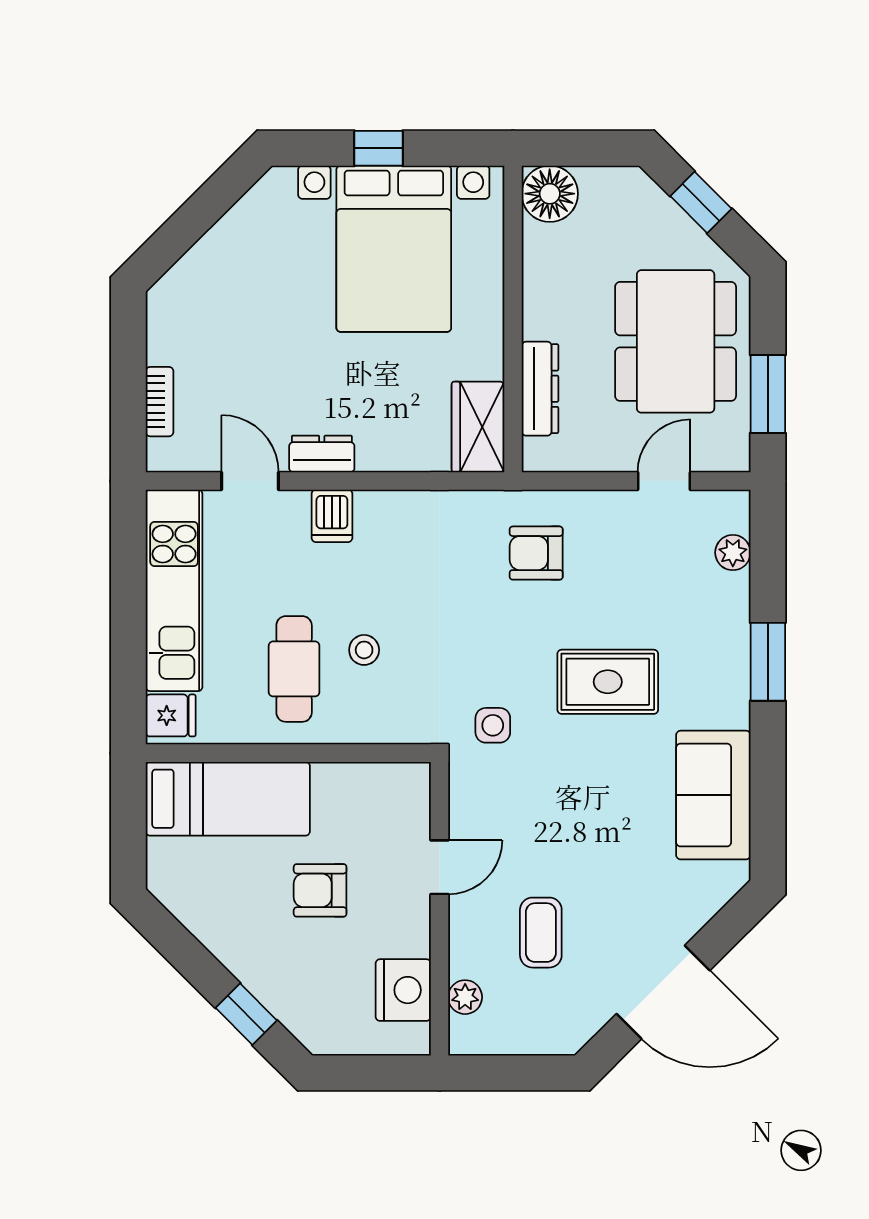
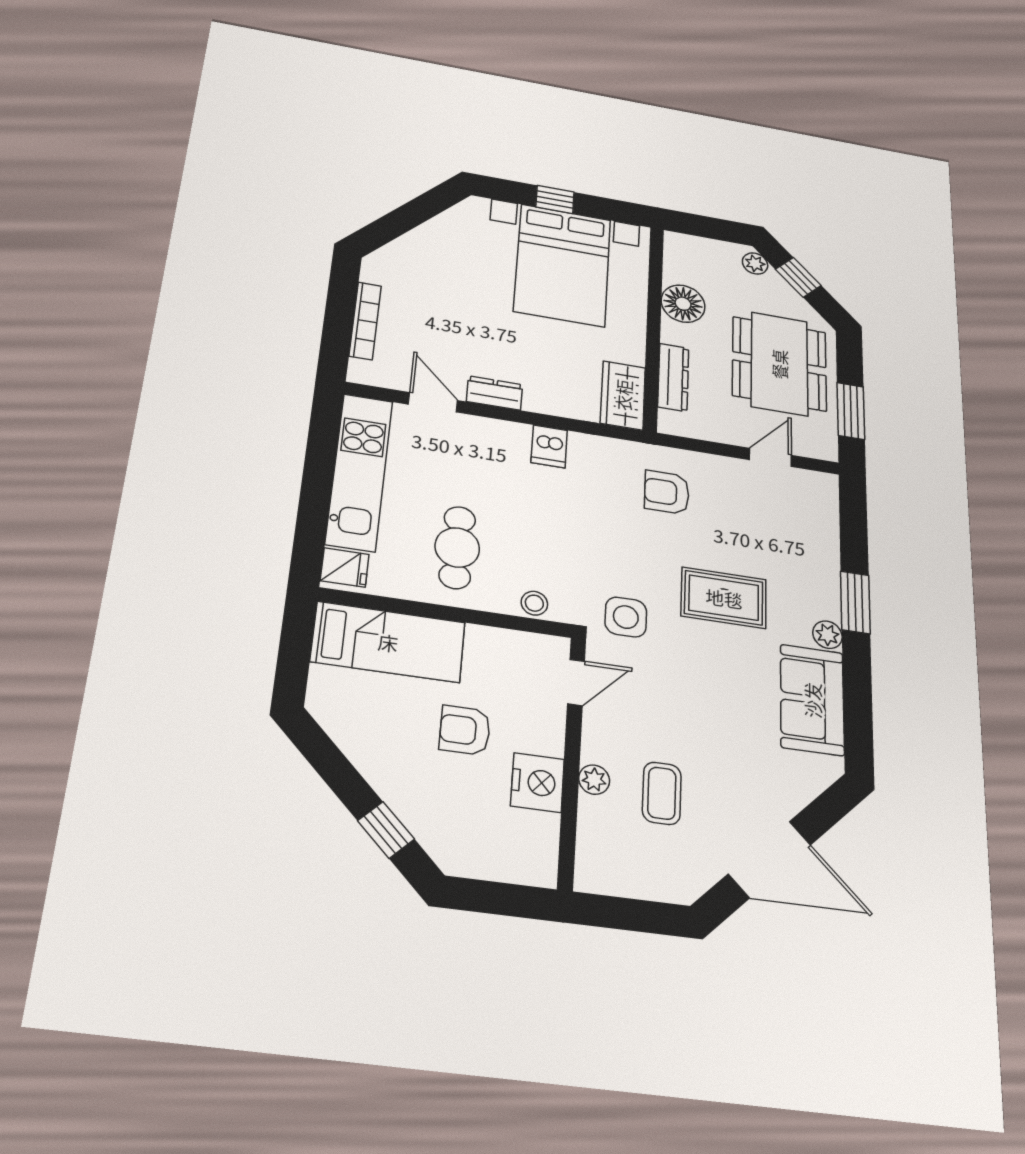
plant: (643, 193) -> (755, 263), added
floor lamp: (550, 194) -> (683, 304), moved
bookcase: (160, 402) -> (365, 321), width x1.56
dishwasher: (332, 516) -> (549, 446), moved
plant: (733, 553) -> (827, 635), moved
stool: (364, 650) -> (534, 603), moved
side table: (493, 725) -> (626, 617), width x1.37, depth x1.37
door: (439, 867) -> (576, 682), moved
nightstand: (403, 990) -> (538, 783), moved
plant: (465, 997) -> (594, 780), moved

